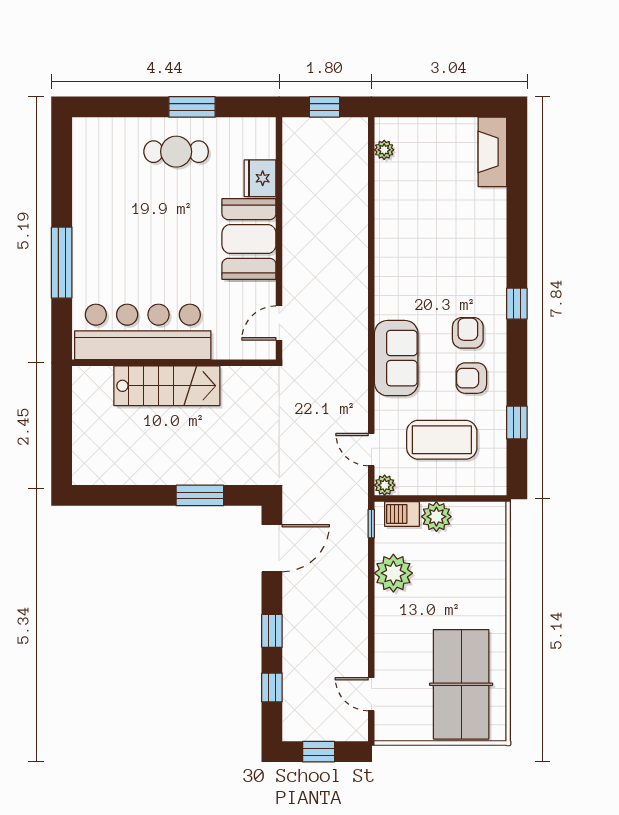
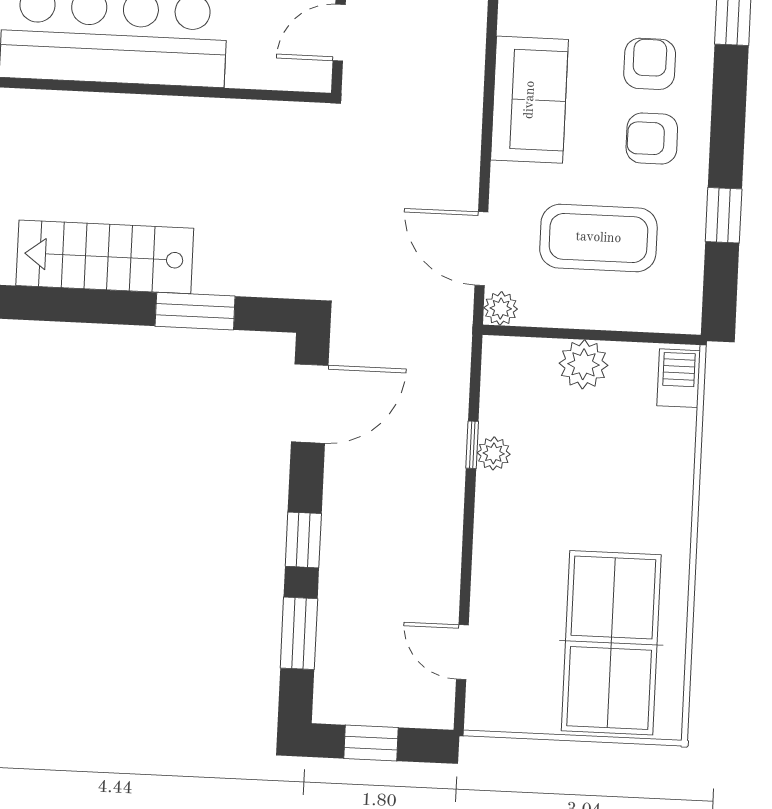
stairs: (167, 386) -> (105, 257), moved, turned 180
door: (371, 450) -> (481, 249), width x1.37
barbecue: (402, 514) -> (679, 378), moved, turned 90
window: (371, 524) -> (472, 445), moved
plant: (393, 573) -> (494, 453), width x0.53, depth x0.53
window: (272, 687) -> (299, 633), width x1.50

